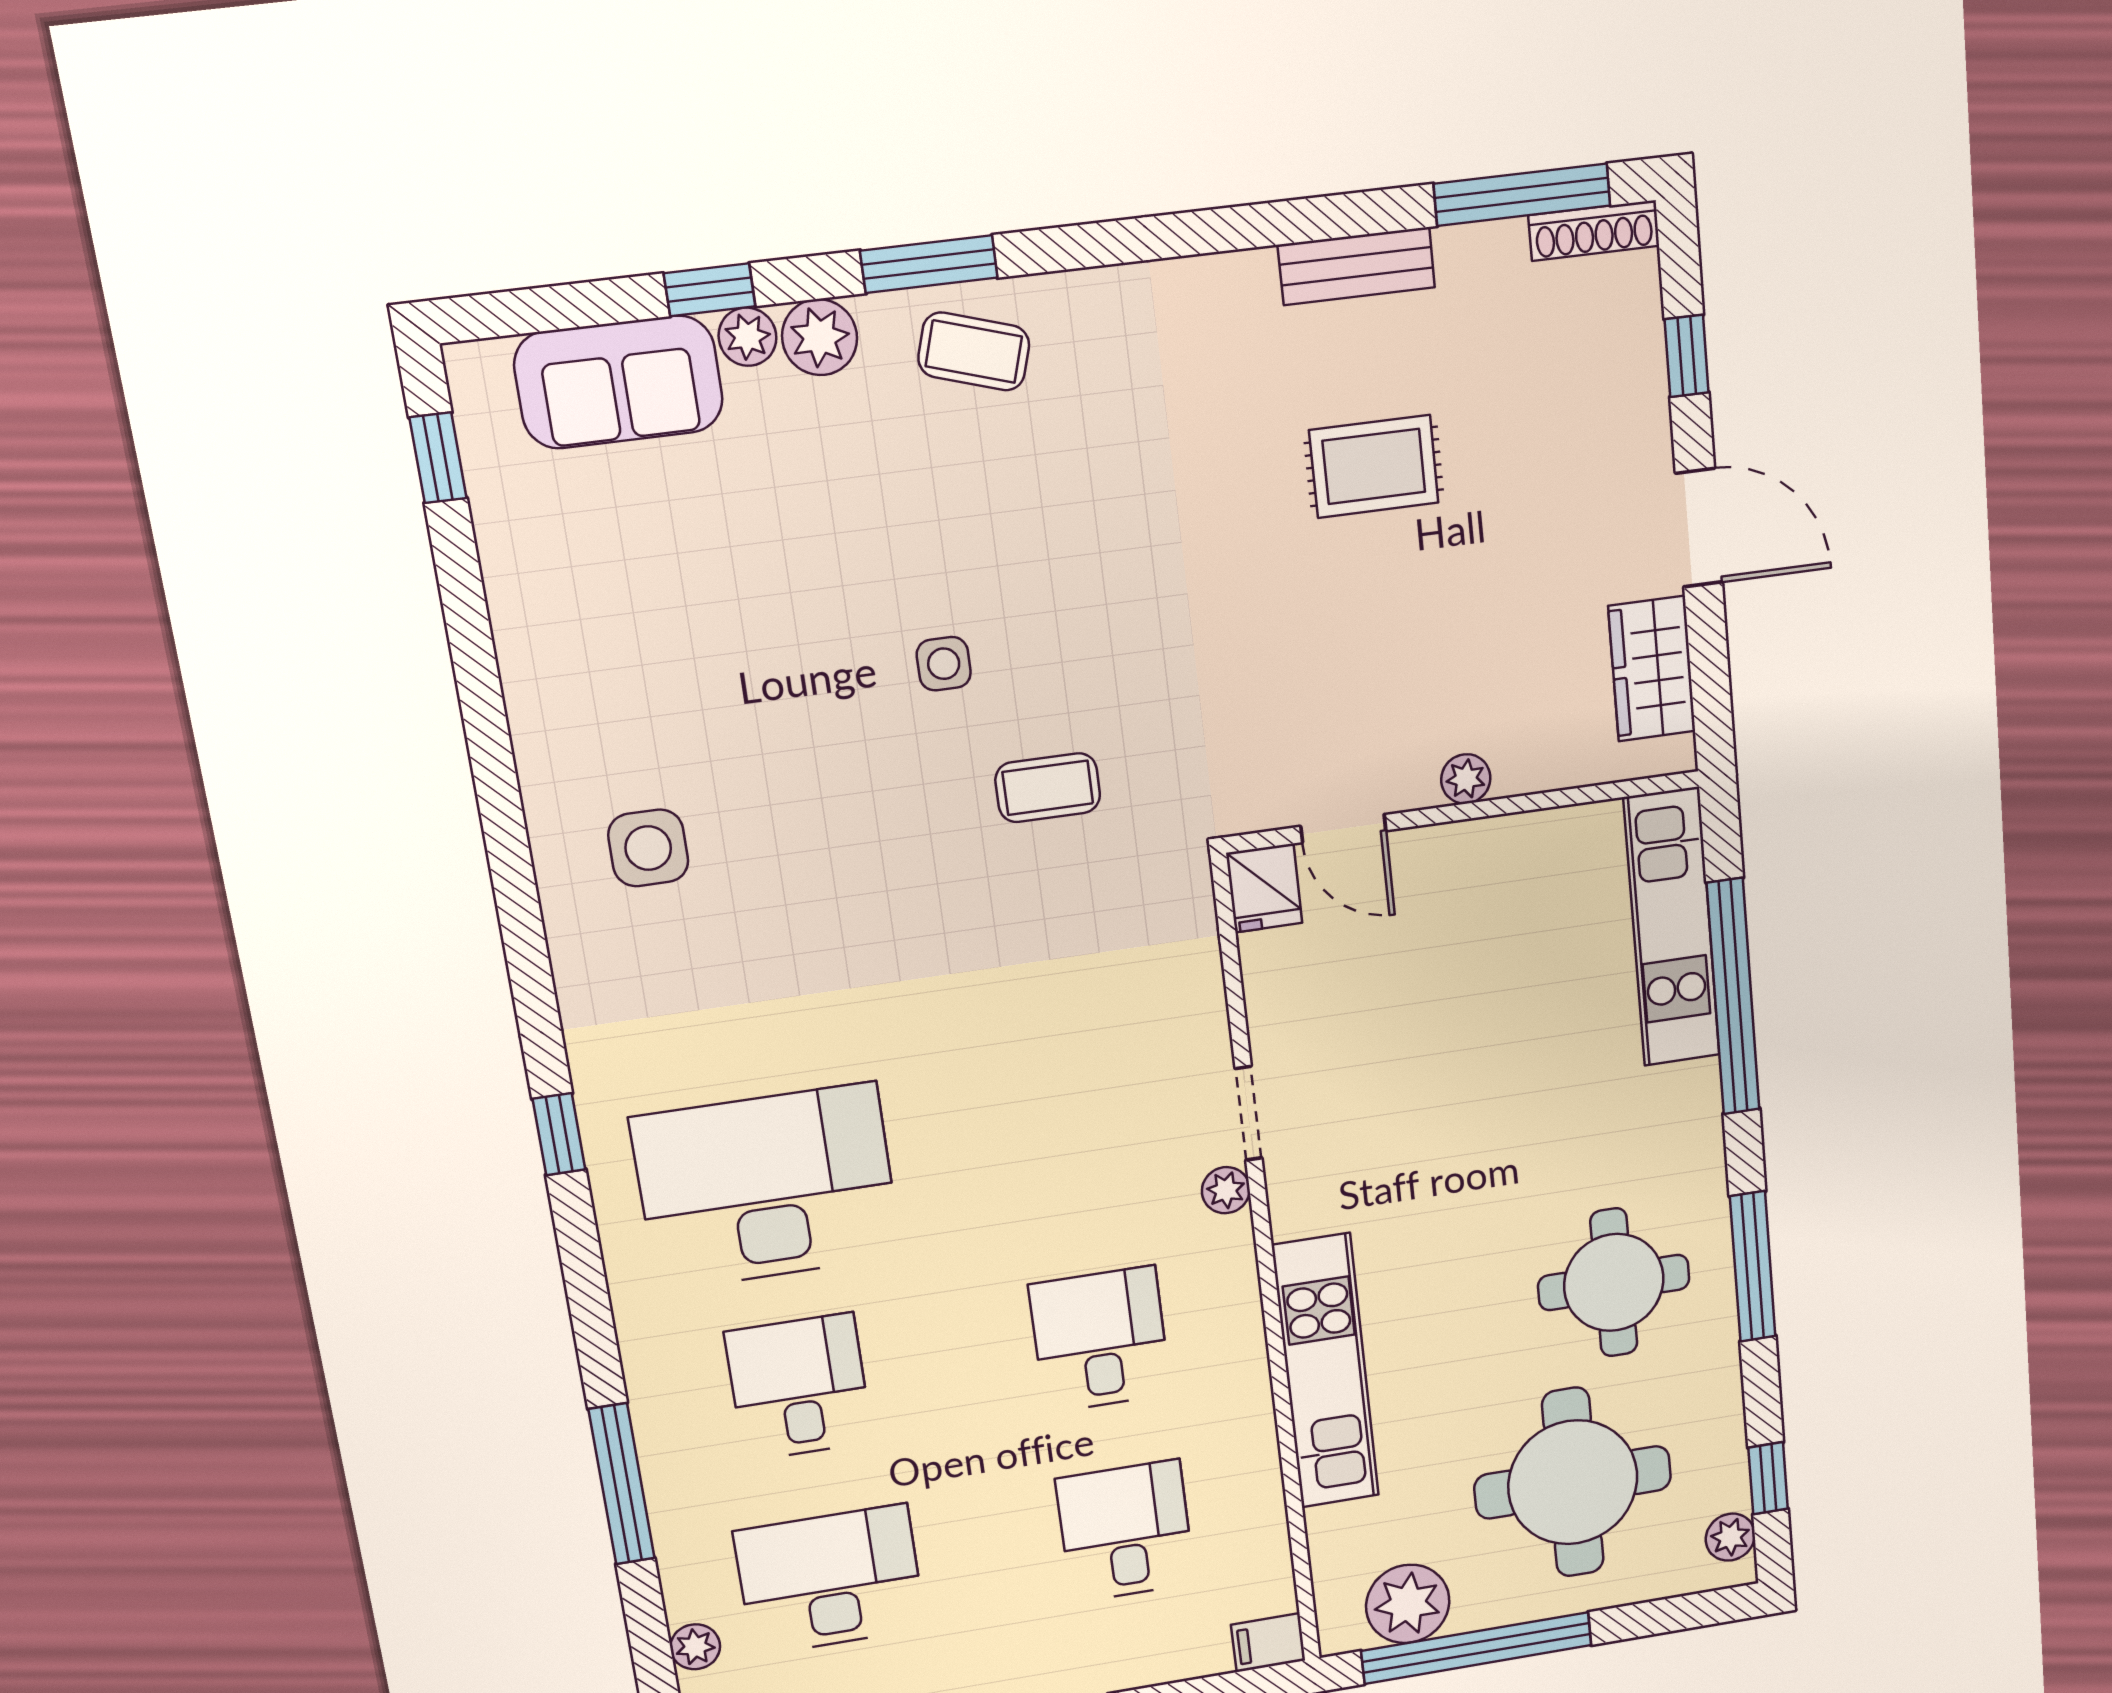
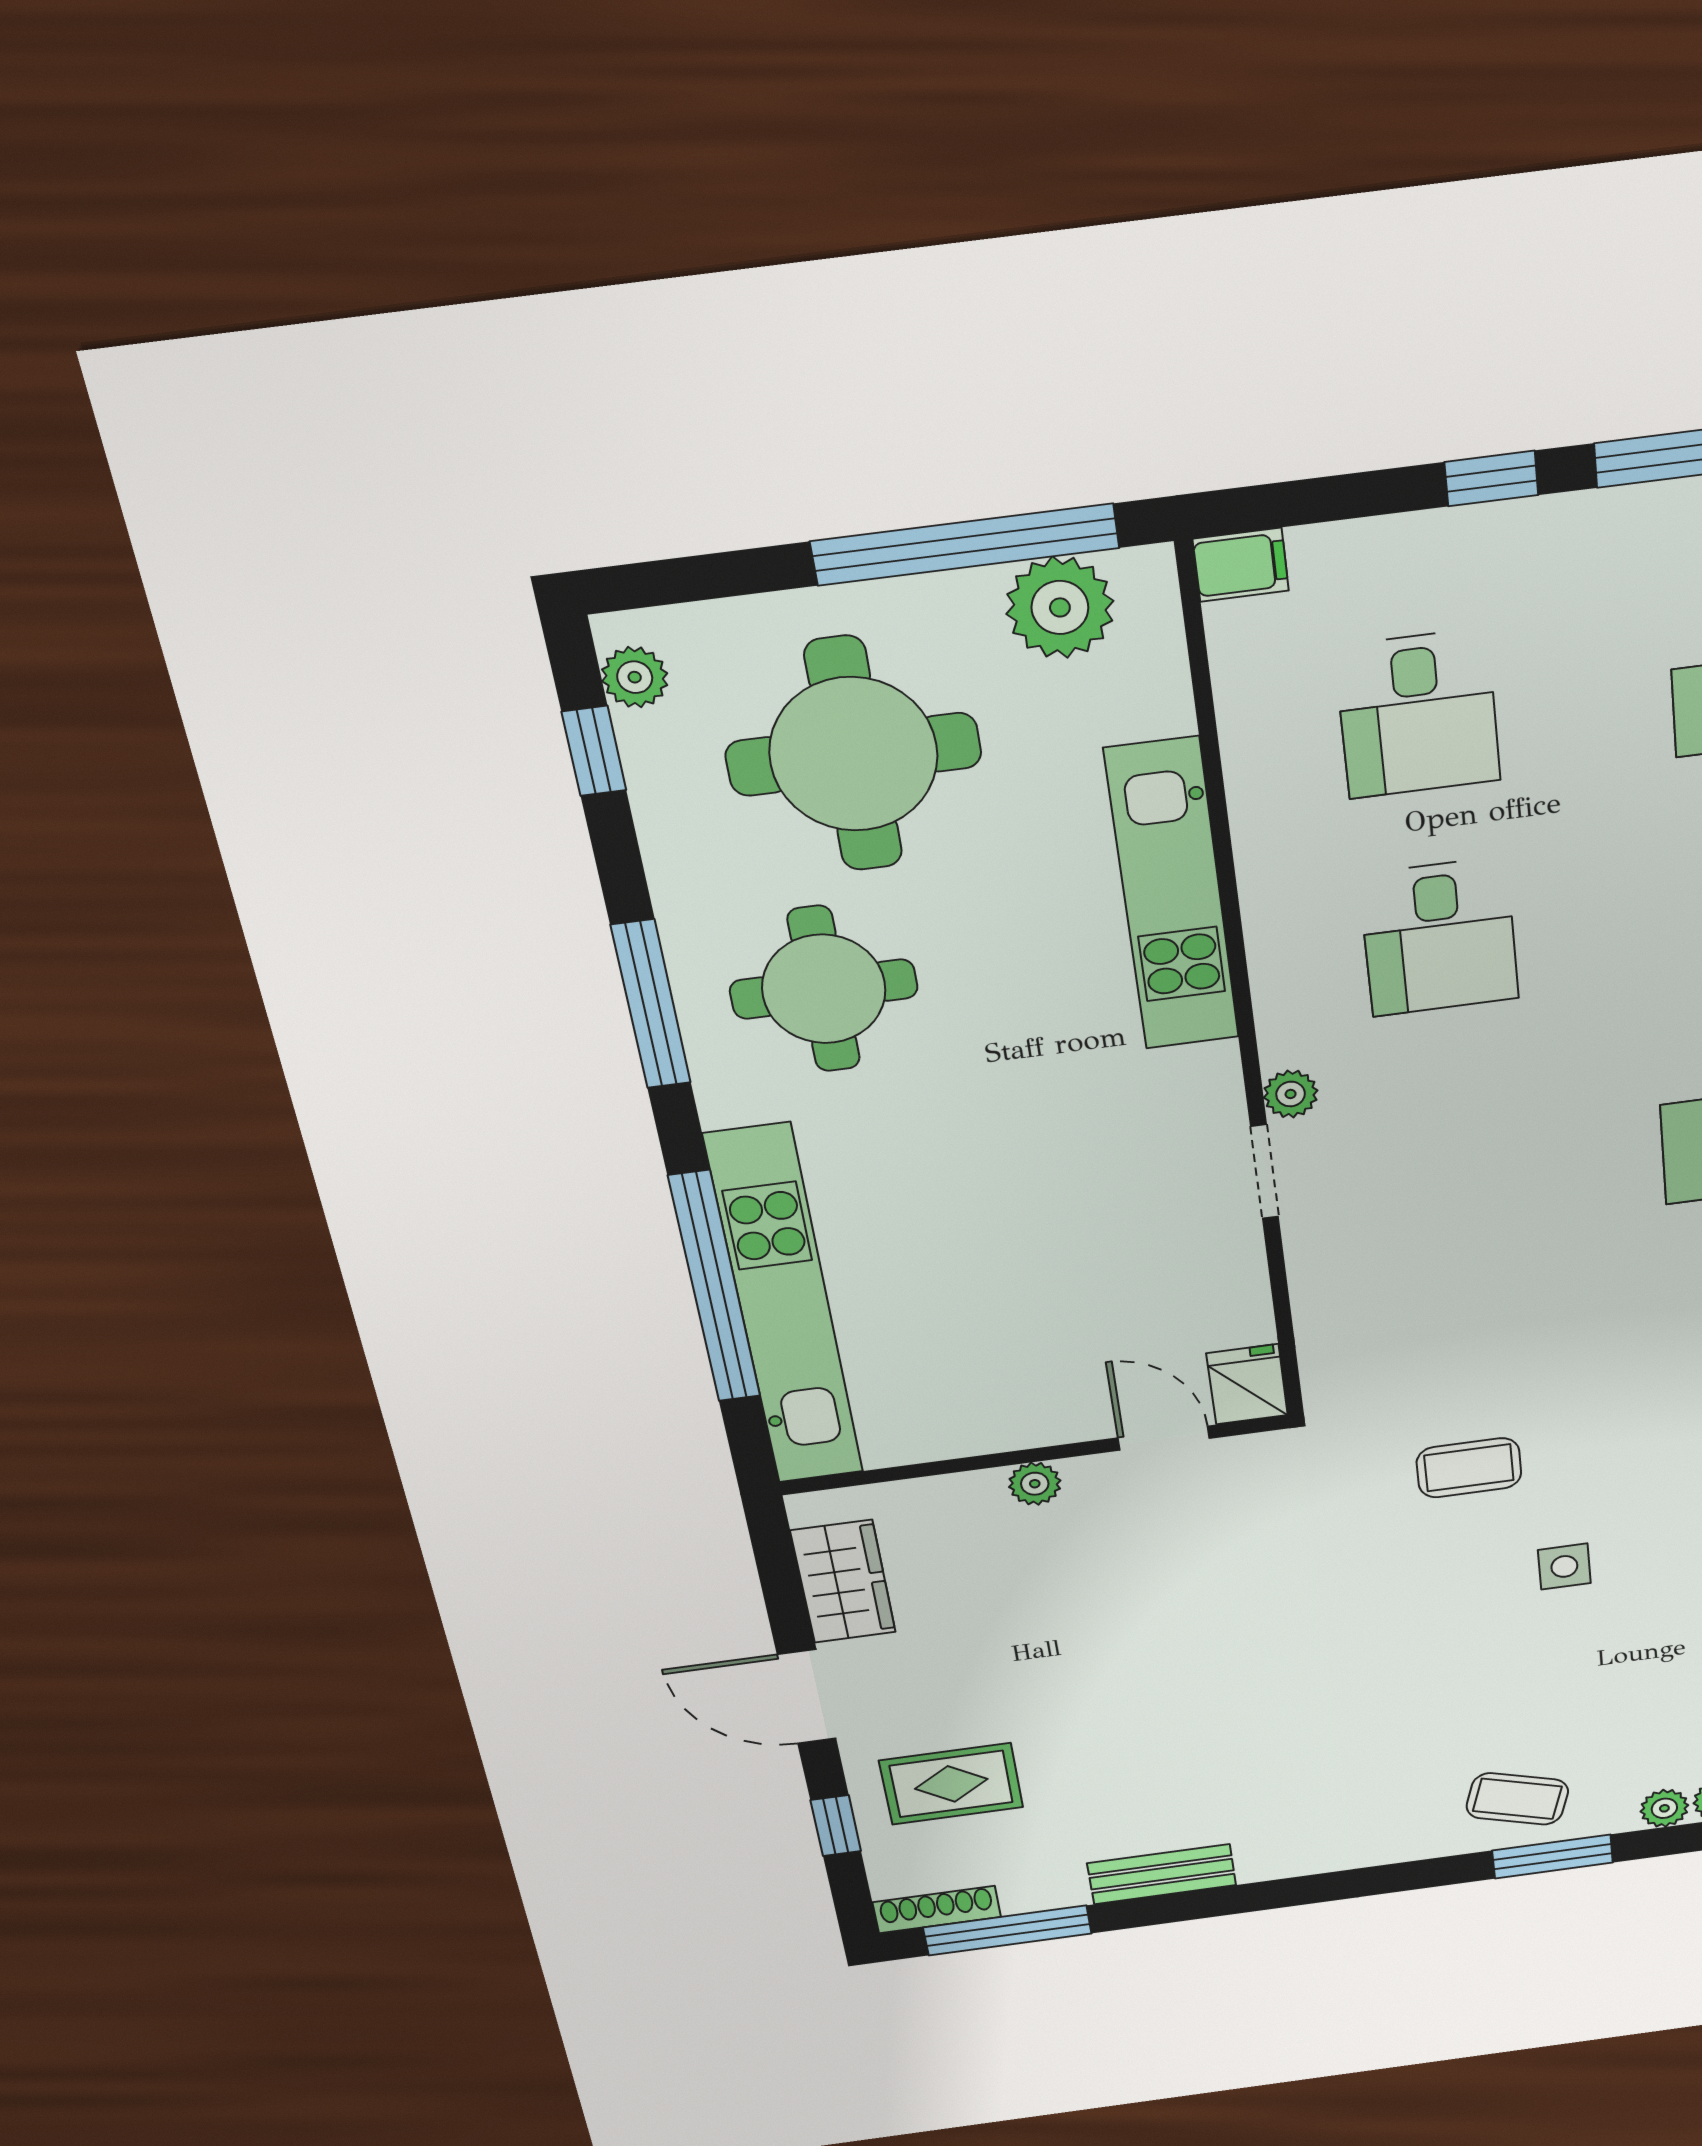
plant: (820, 337) -> (1664, 1808), width x0.73, depth x0.73
rug: (1374, 466) -> (951, 1784), moved
kitchen unit: (1672, 927) -> (785, 1307), width x1.36

